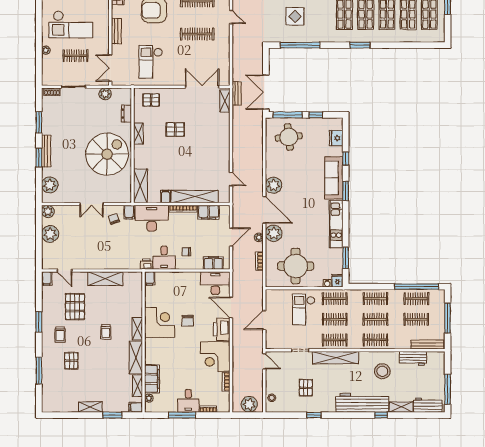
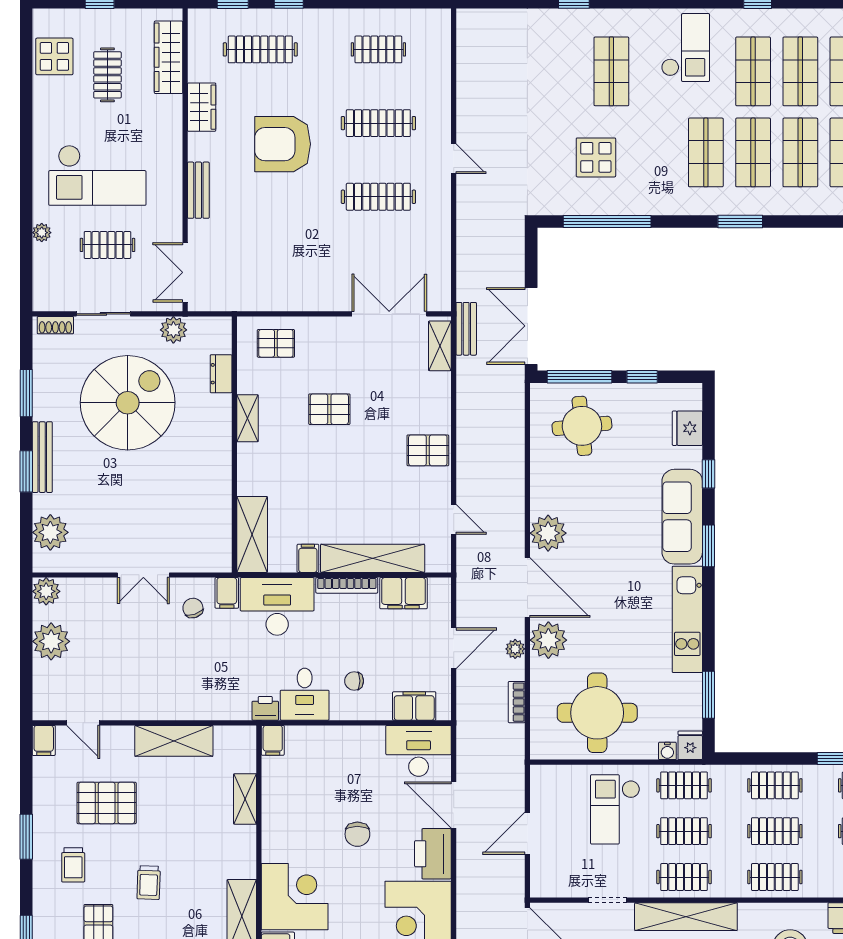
checkout: (151, 62) -> (275, 259), removed
pallet: (219, 148) -> (428, 450), added
spiral stairs: (107, 154) -> (128, 403), moved
pallet: (75, 307) -> (107, 803), turned 90
corner desk: (160, 323) -> (295, 897), moved
shelving: (137, 329) -> (245, 799), moved
trolley: (106, 332) -> (149, 883), moved

